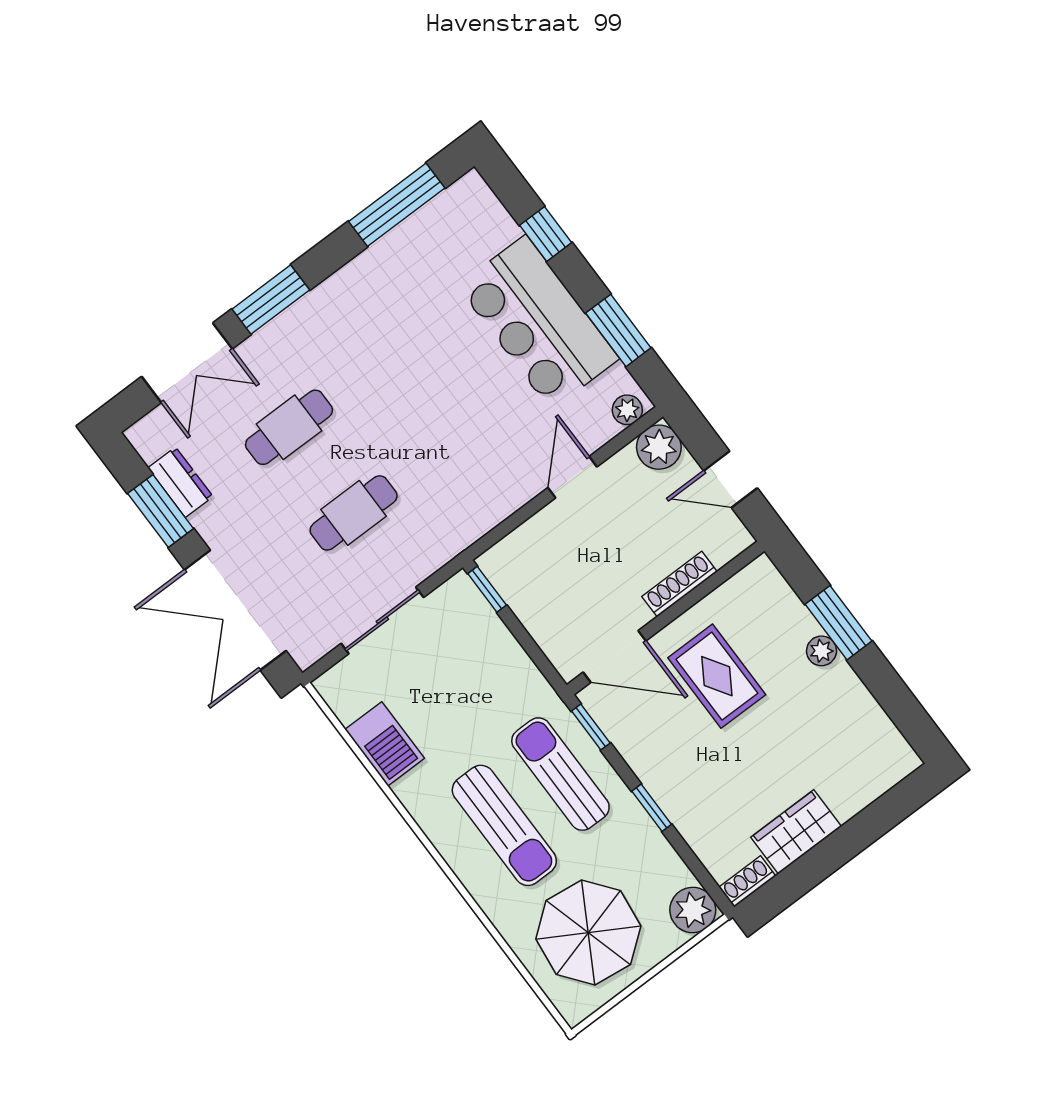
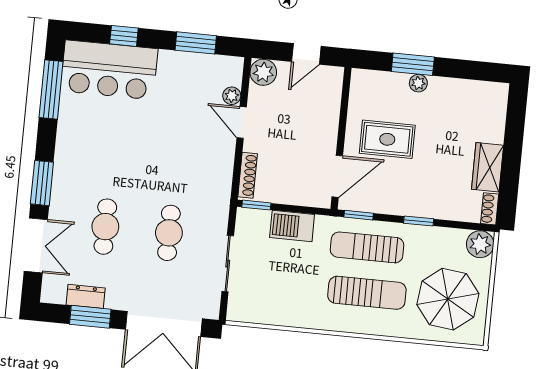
bar counter: (538, 322) -> (109, 70), moved
plant: (627, 410) -> (232, 96), moved
shoe rack: (680, 584) -> (248, 175), moved, turned 180
barbecue: (385, 744) -> (292, 226), moved, turned 180

